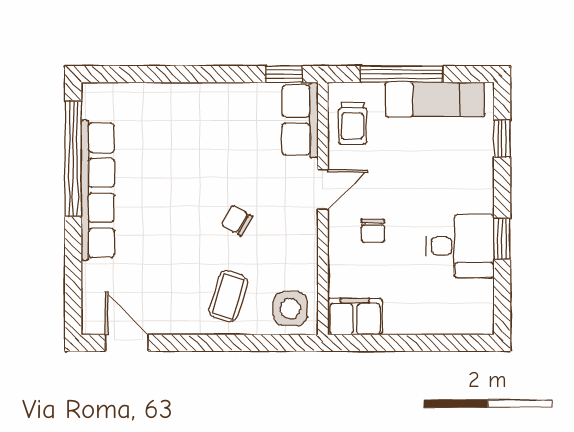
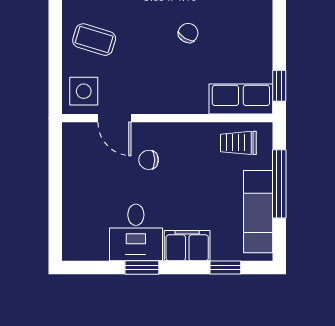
door: (323, 189) -> (114, 118), moved
chair: (237, 220) -> (188, 33), moved
filing cabinet: (355, 317) -> (187, 246), moved, turned -90

